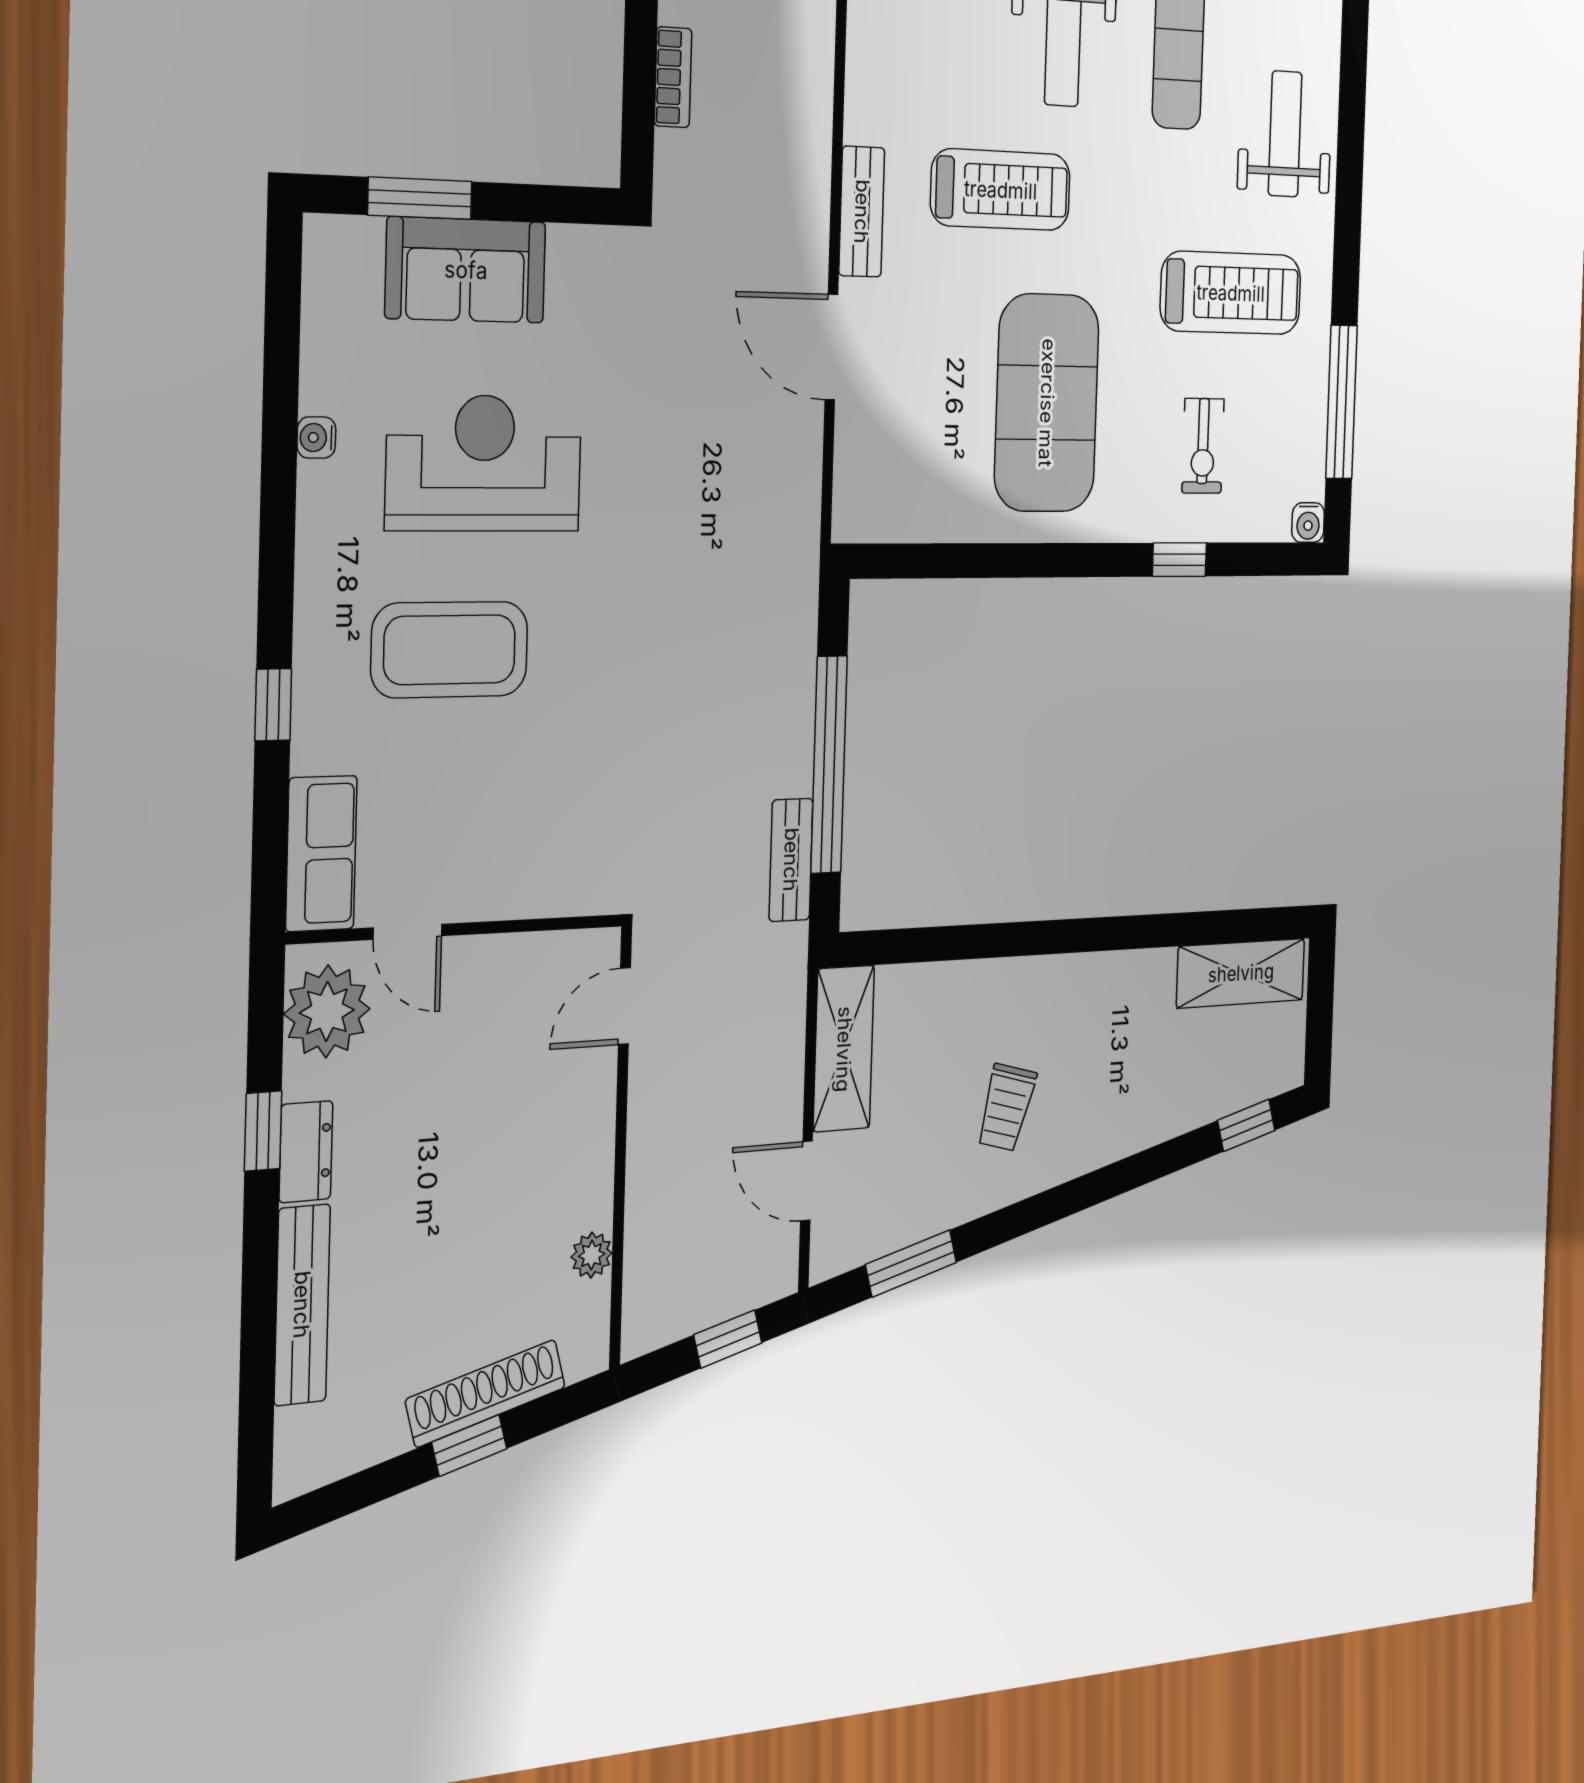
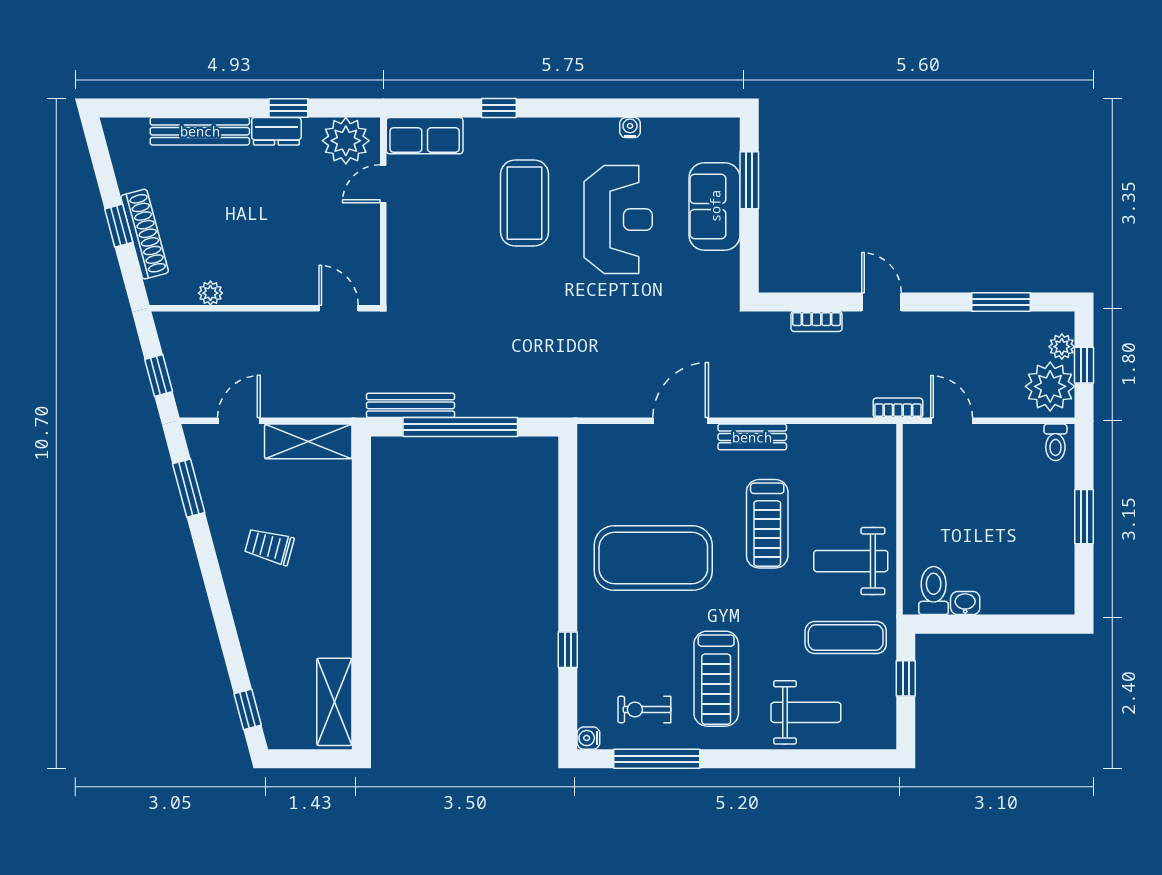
exercise bike: (1203, 446) -> (644, 709), moved
bench: (791, 860) -> (411, 405), width x1.36

